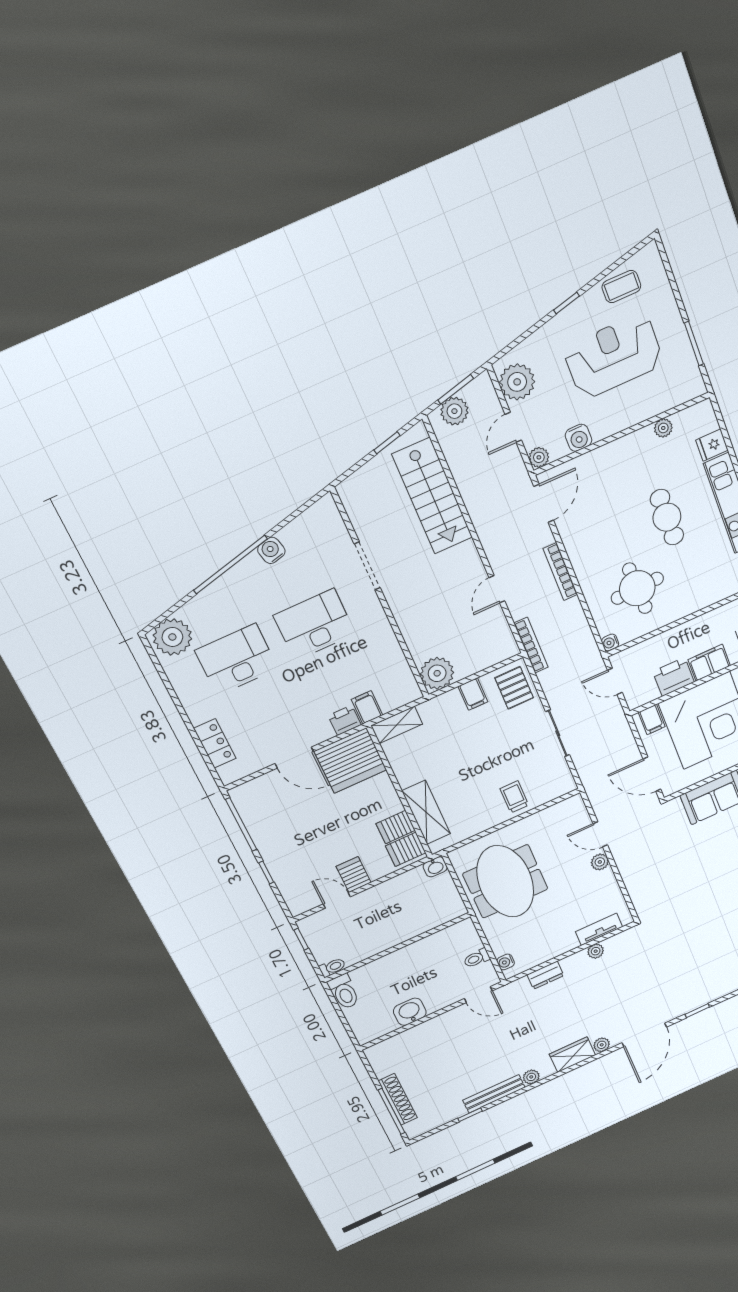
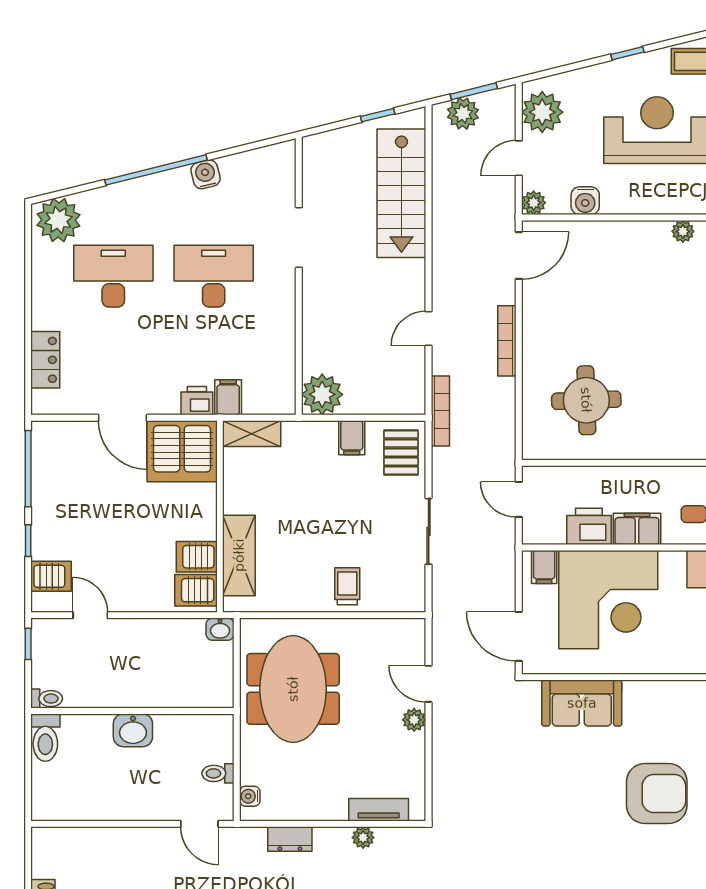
cafe table: (667, 517) -> (650, 333), removed
water cooler: (610, 642) -> (531, 450), removed
server rack: (354, 875) -> (51, 576), moved, turned 90
washbasin: (410, 1012) -> (133, 730), moved, turned 180

